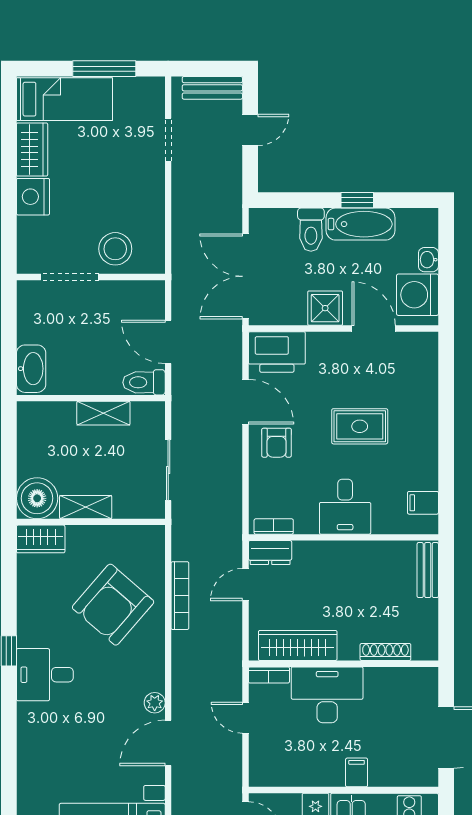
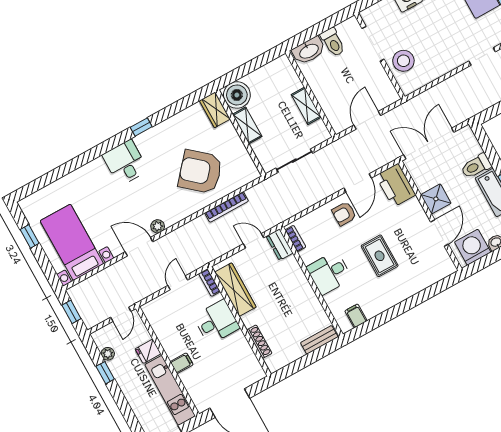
toilet: (144, 382) -> (333, 42), moved, turned 180
desk: (45, 675) -> (125, 163), moved
desk: (327, 695) -> (217, 322), width x0.73

